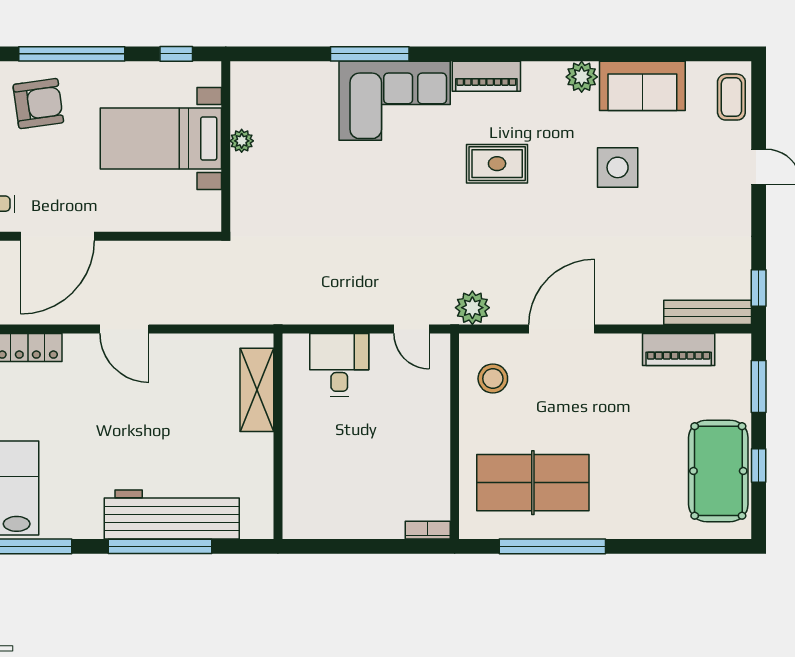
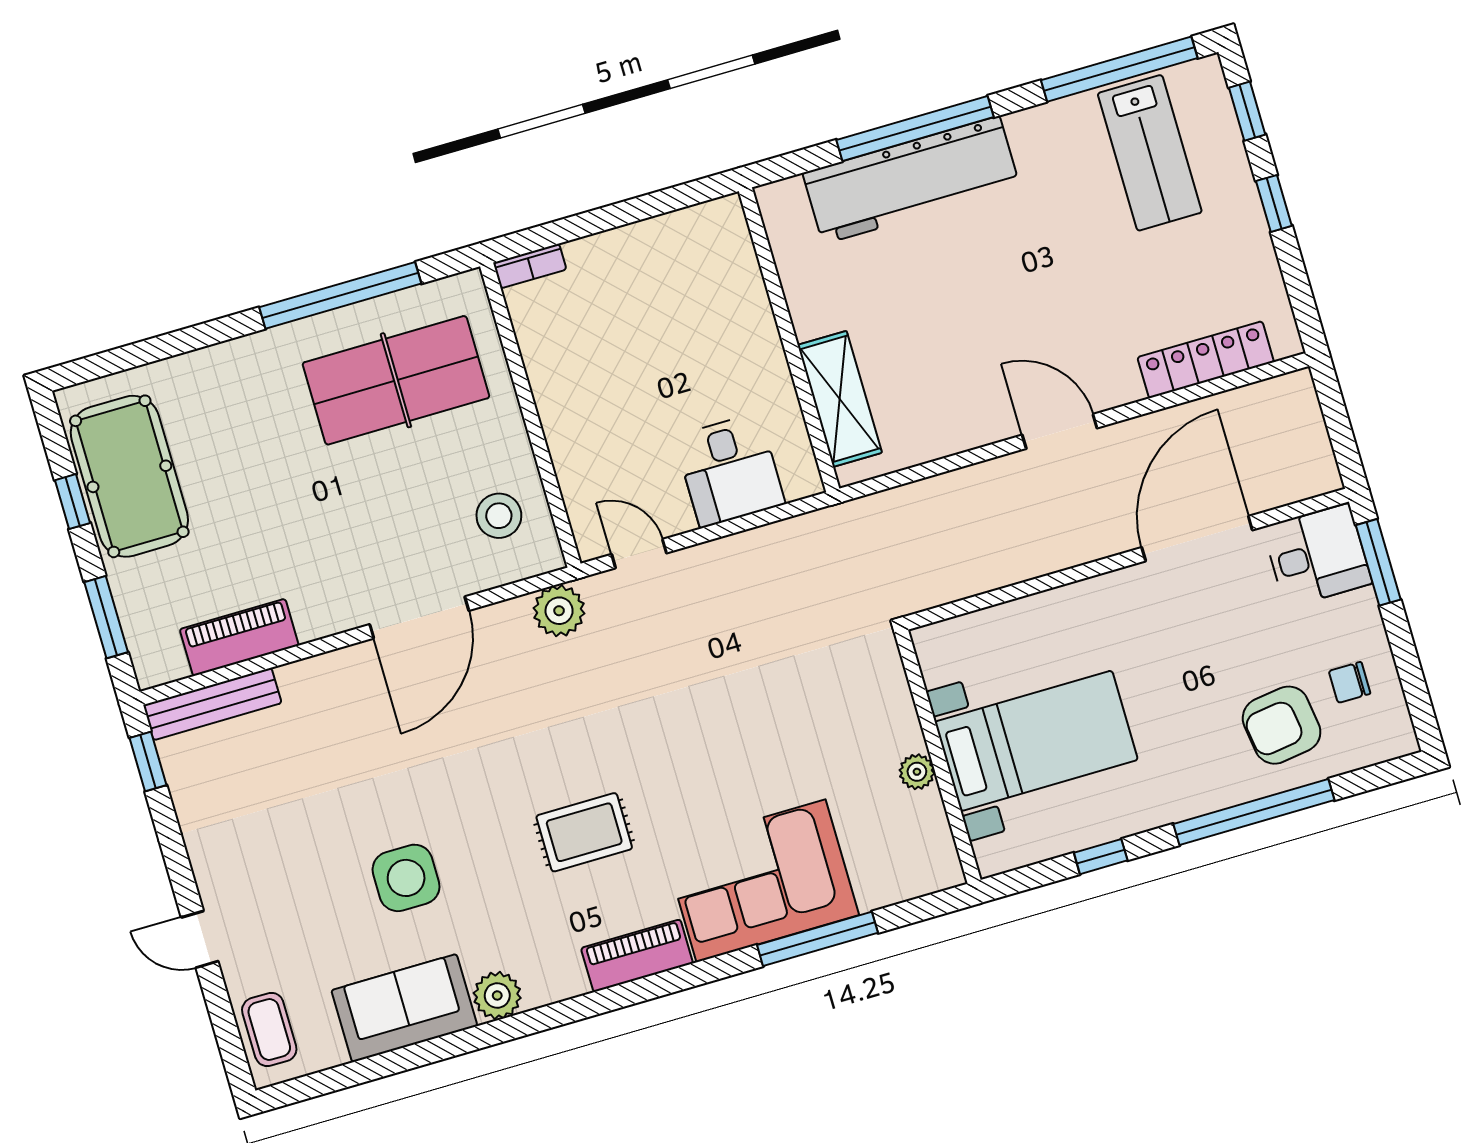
bed with nightstands: (161, 138) -> (1036, 741), moved
plant: (242, 141) -> (917, 772), moved
wall: (226, 147) -> (938, 757), moved

